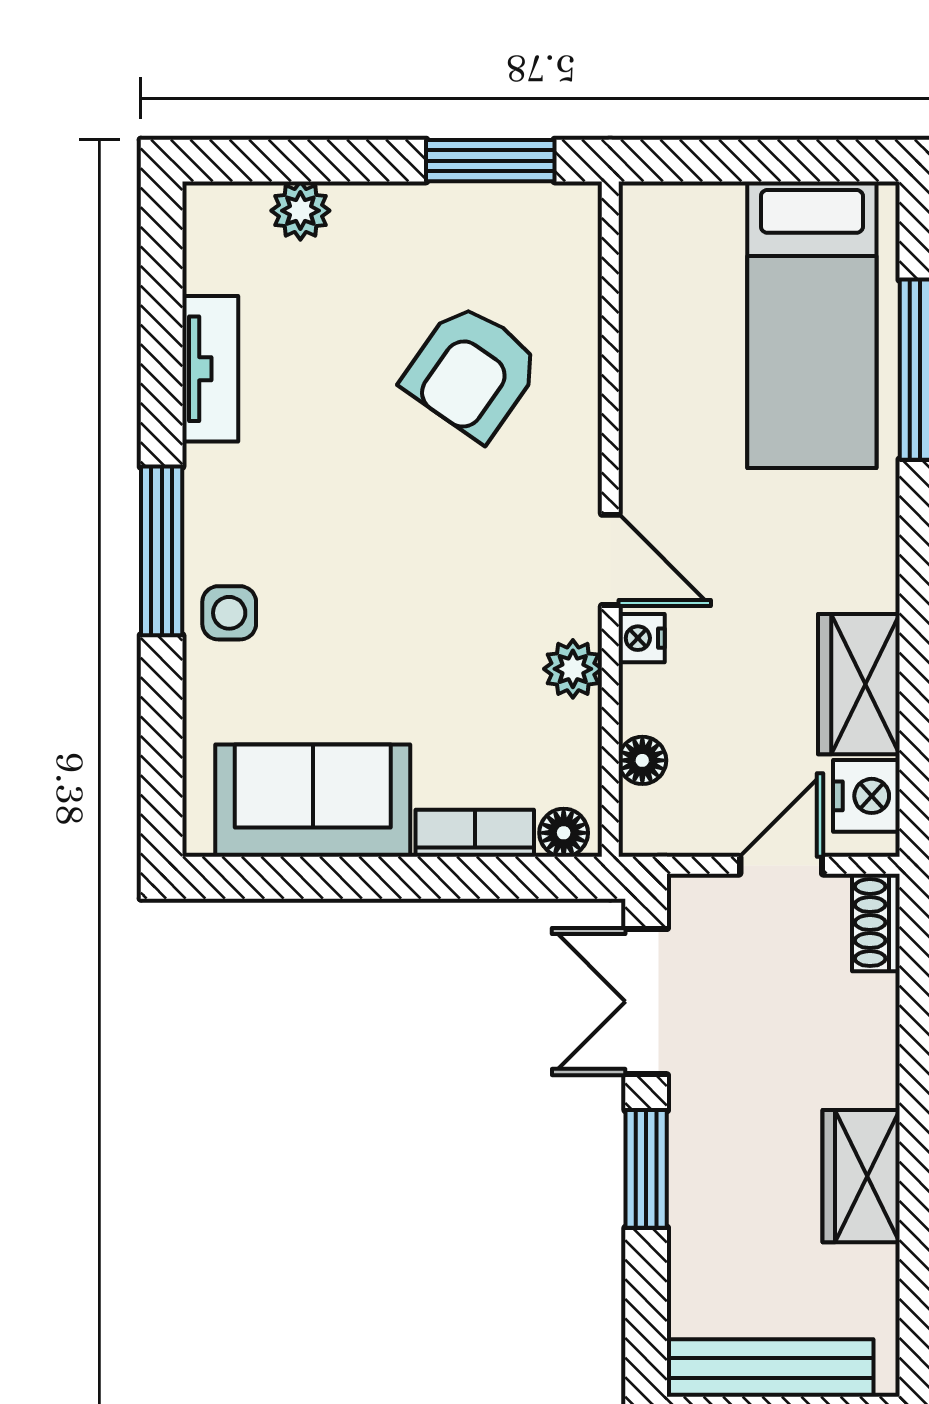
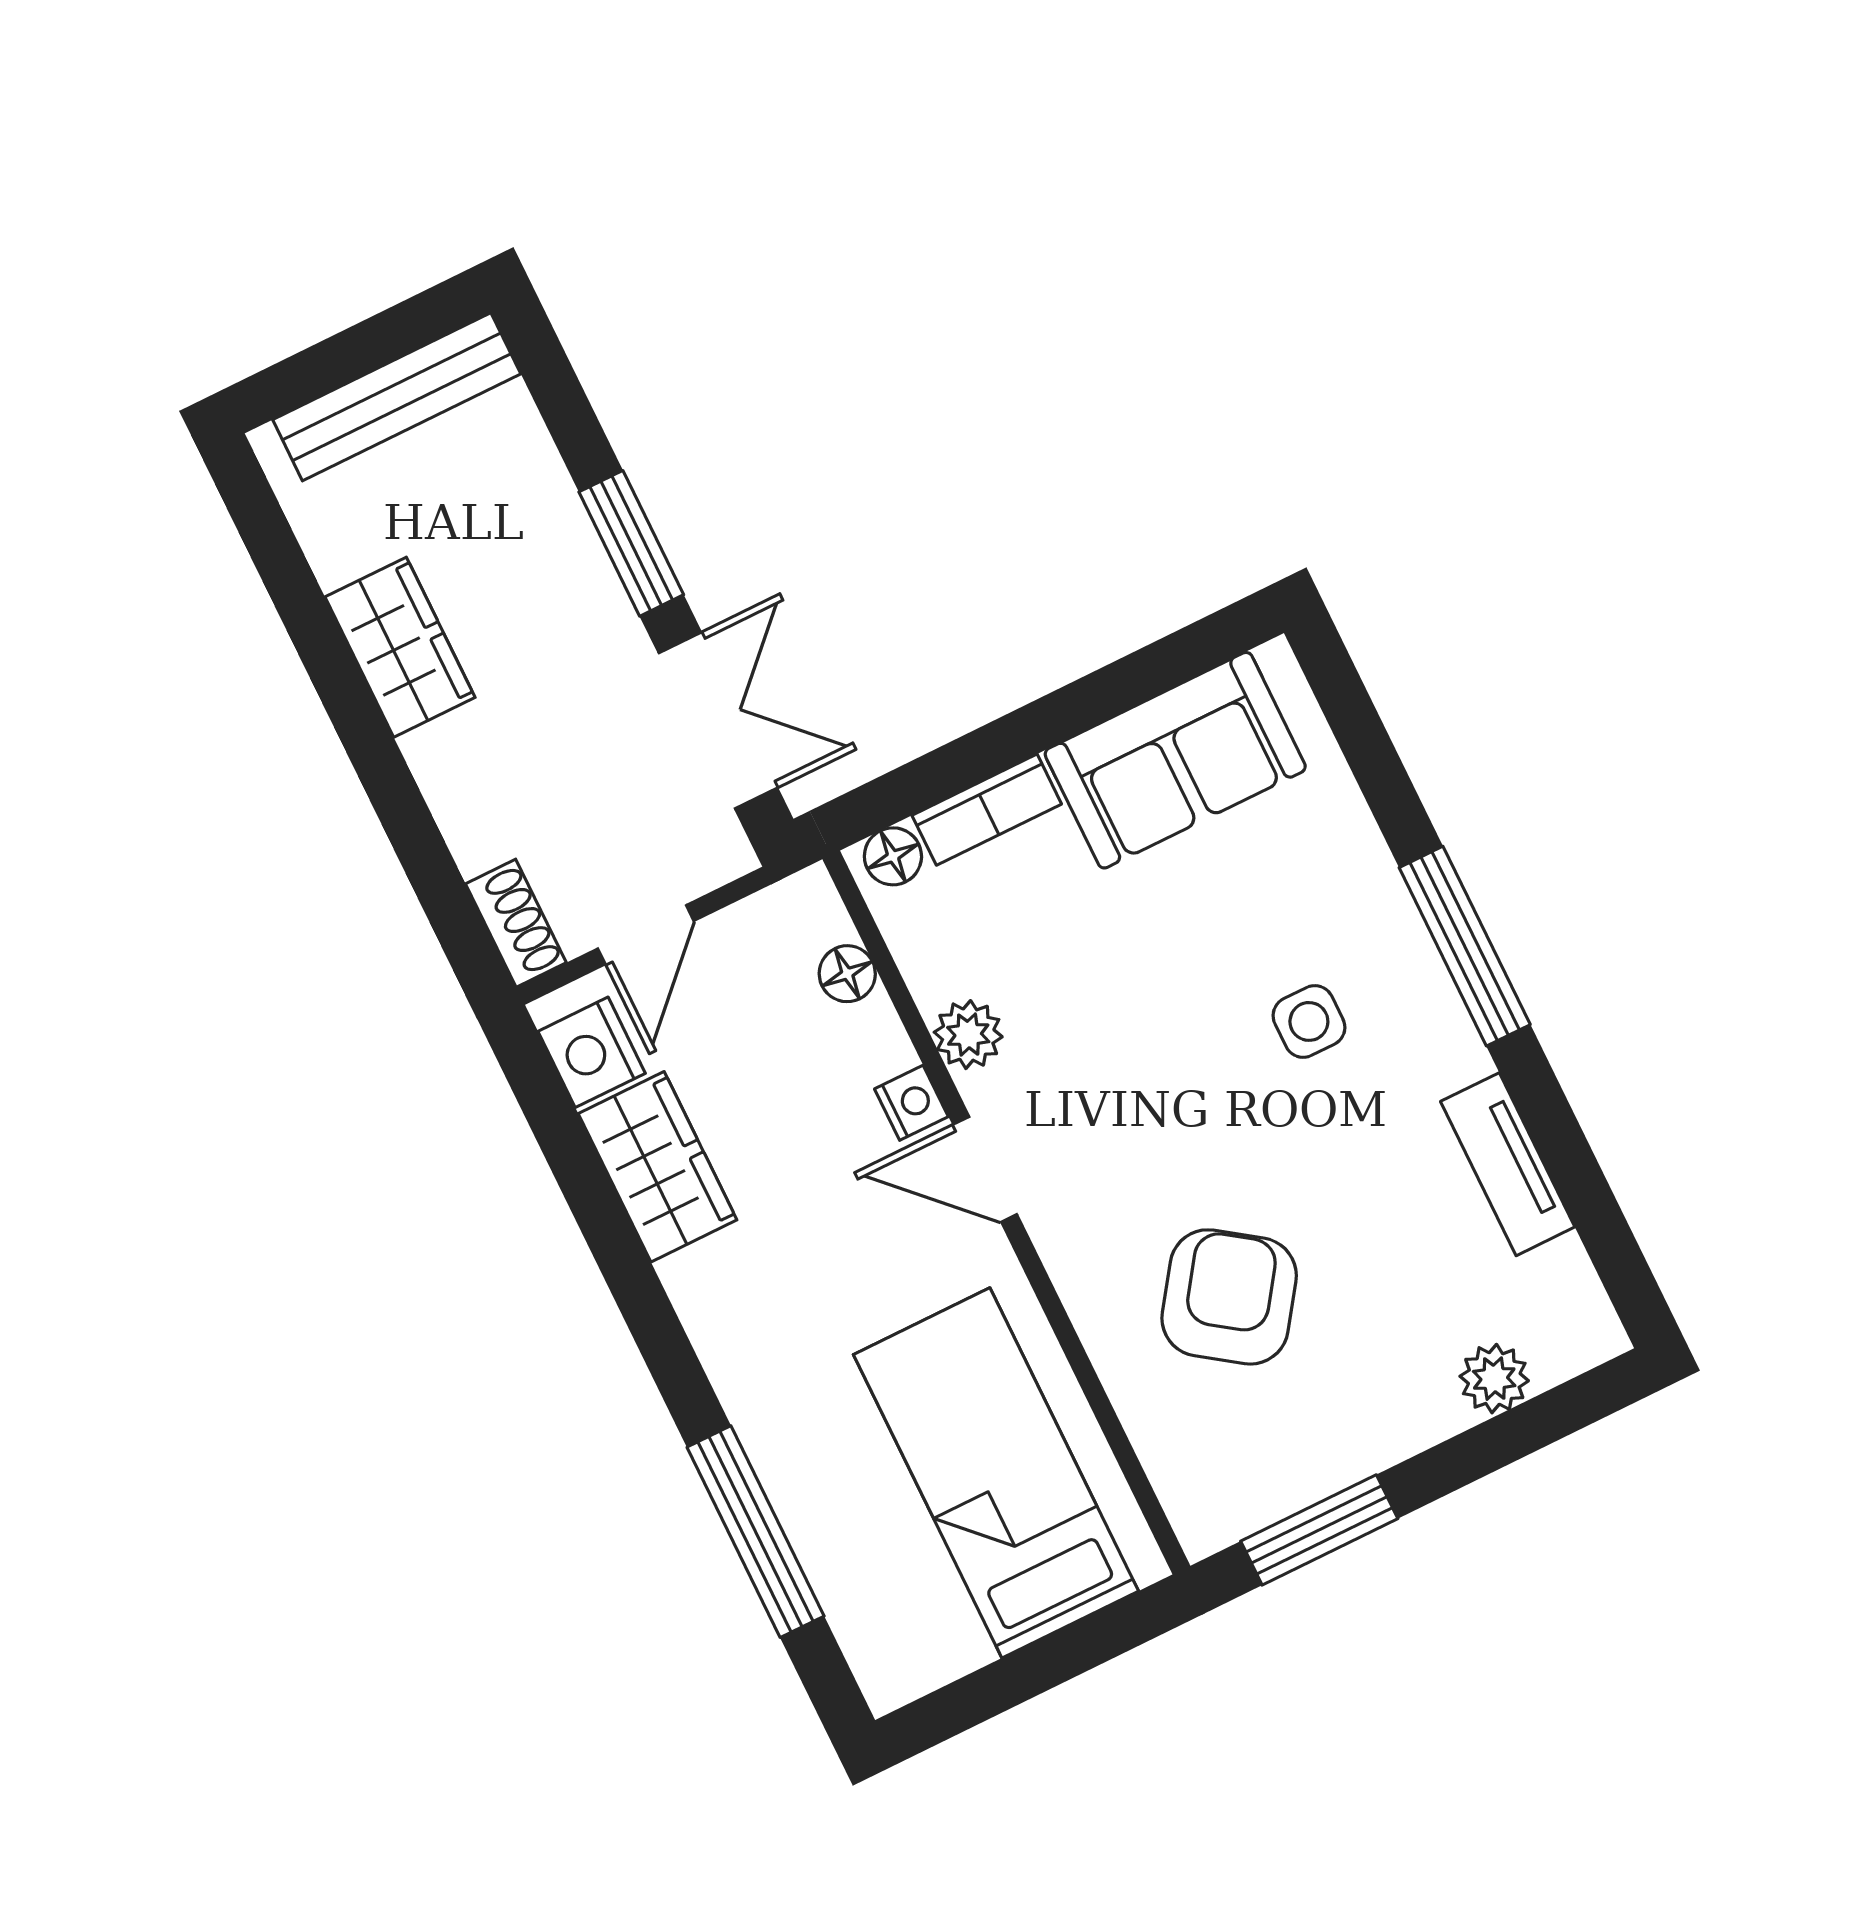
bed: (812, 325) -> (996, 1473), moved
side table: (229, 613) -> (1309, 1021), moved

